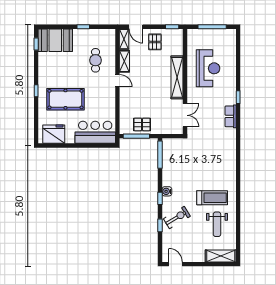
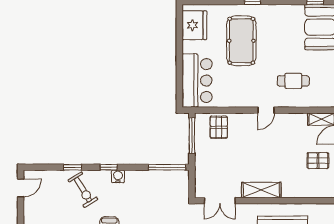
shelving: (124, 61) -> (292, 120), removed
shelving: (177, 77) -> (261, 190), width x0.68
pallet: (142, 124) -> (219, 127), moved

